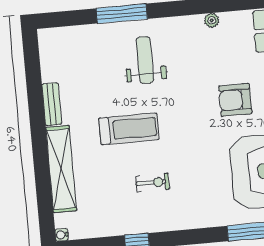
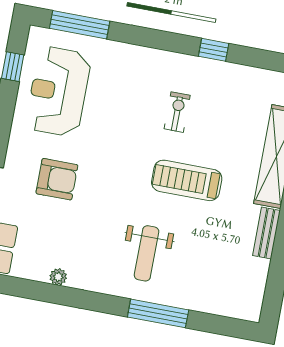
exercise bike: (153, 182) -> (177, 112), turned 90

